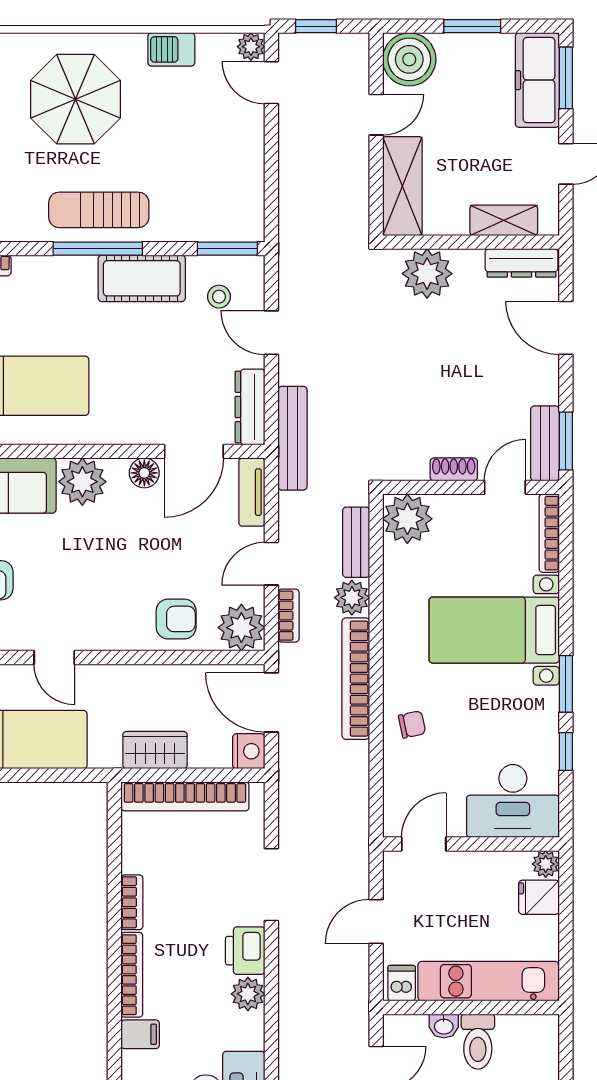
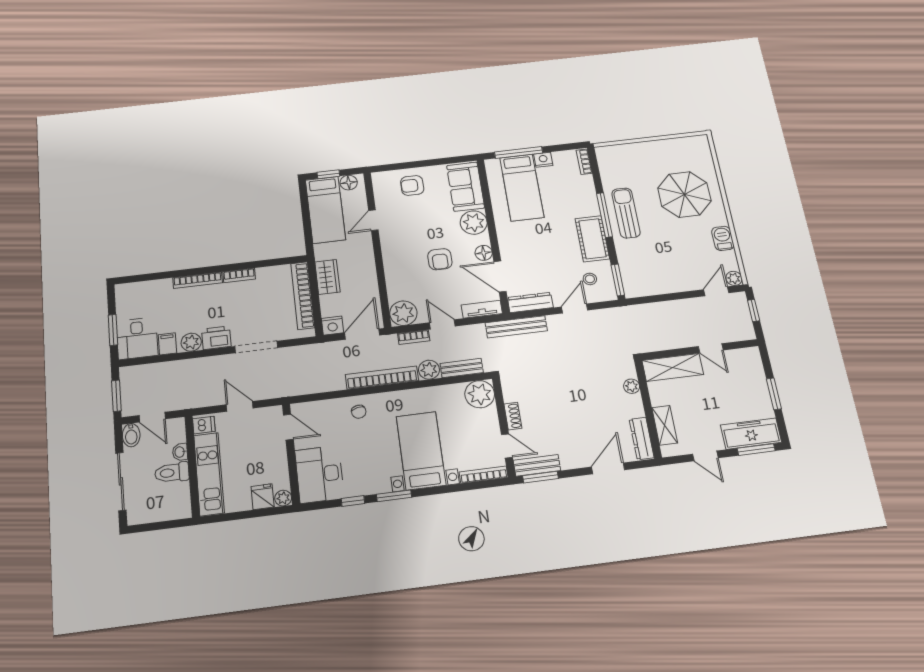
boiler: (409, 59) -> (747, 362), removed
plant: (427, 274) -> (632, 386), width x0.53, depth x0.53
armchair: (176, 619) -> (440, 259), moved
filing cabinet: (140, 1034) -> (167, 344), moved, turned 180

